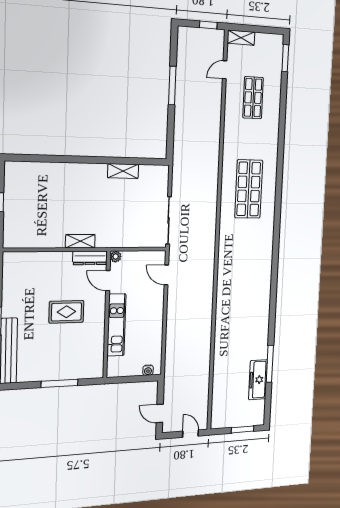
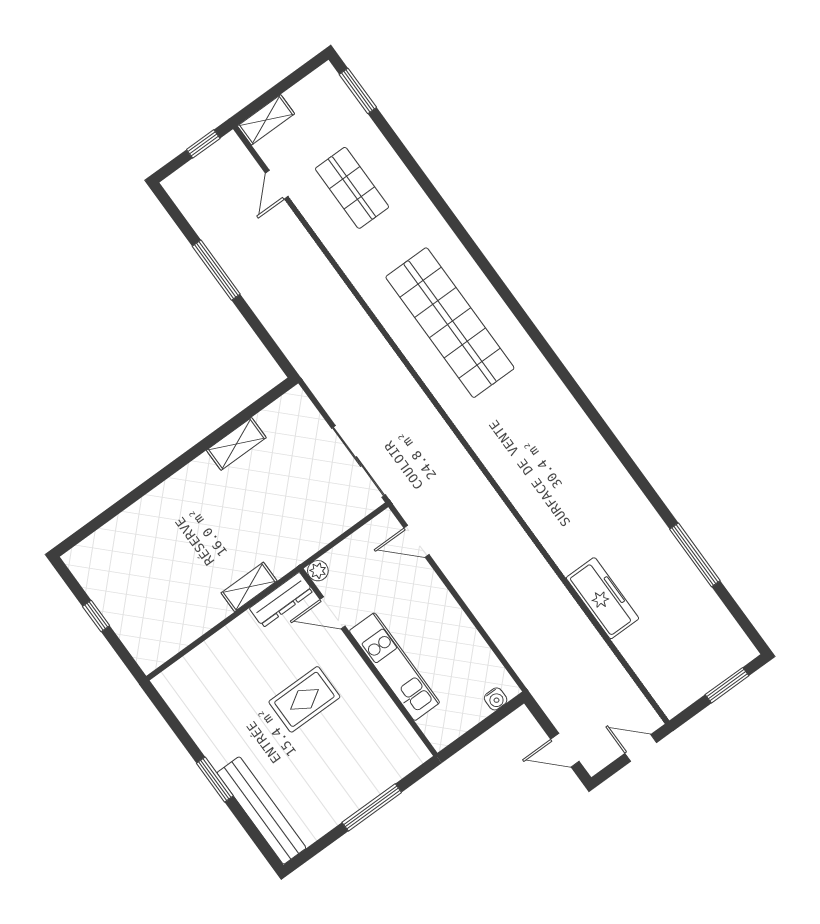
shop shelf: (249, 189) -> (450, 323), width x1.40
freezer: (258, 380) -> (602, 598), moved, turned 180

